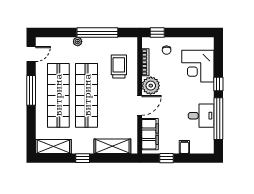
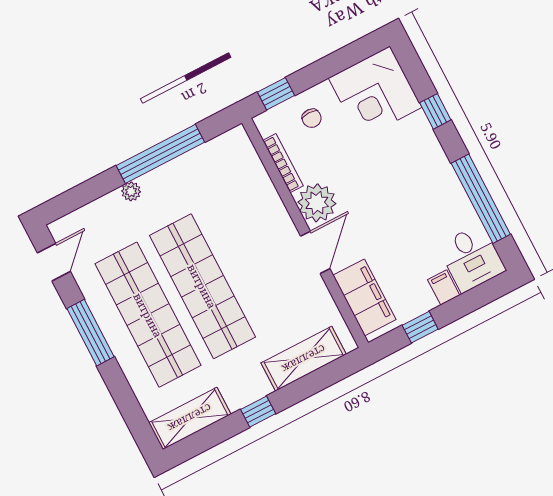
trolley: (119, 66) -> (236, 198), removed
corner desk: (198, 66) -> (375, 93), moved
window: (218, 84) -> (435, 111), moved
desk: (201, 116) -> (472, 258), moved, turned 90

